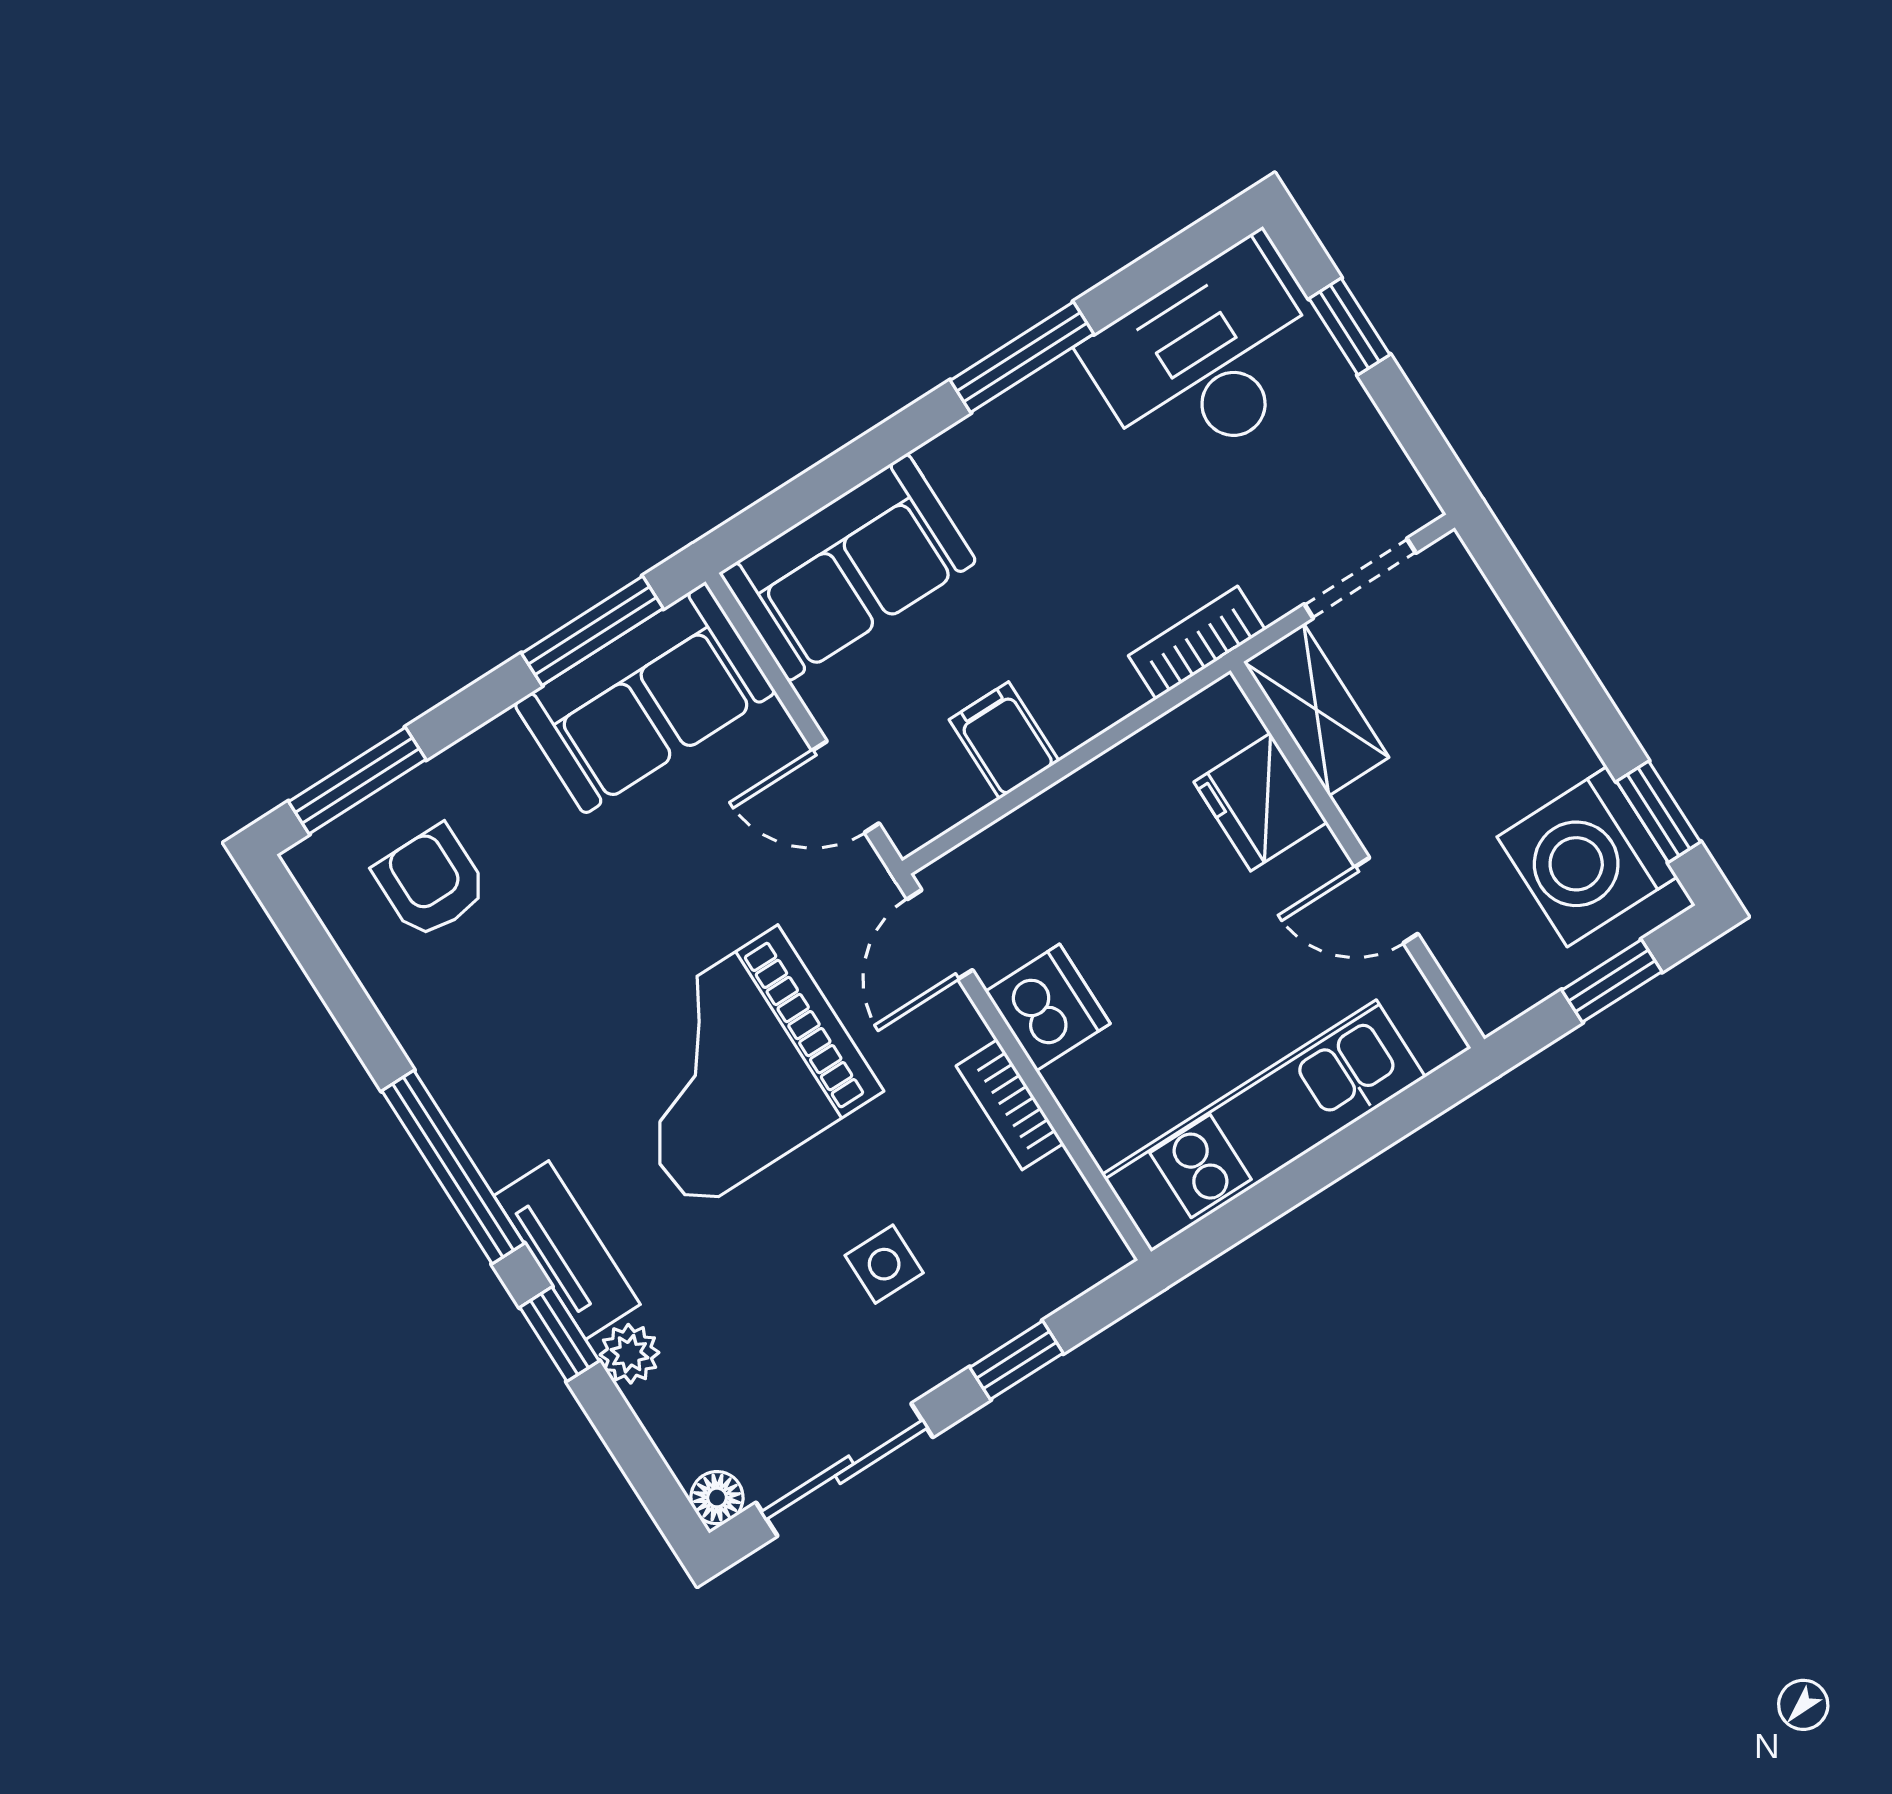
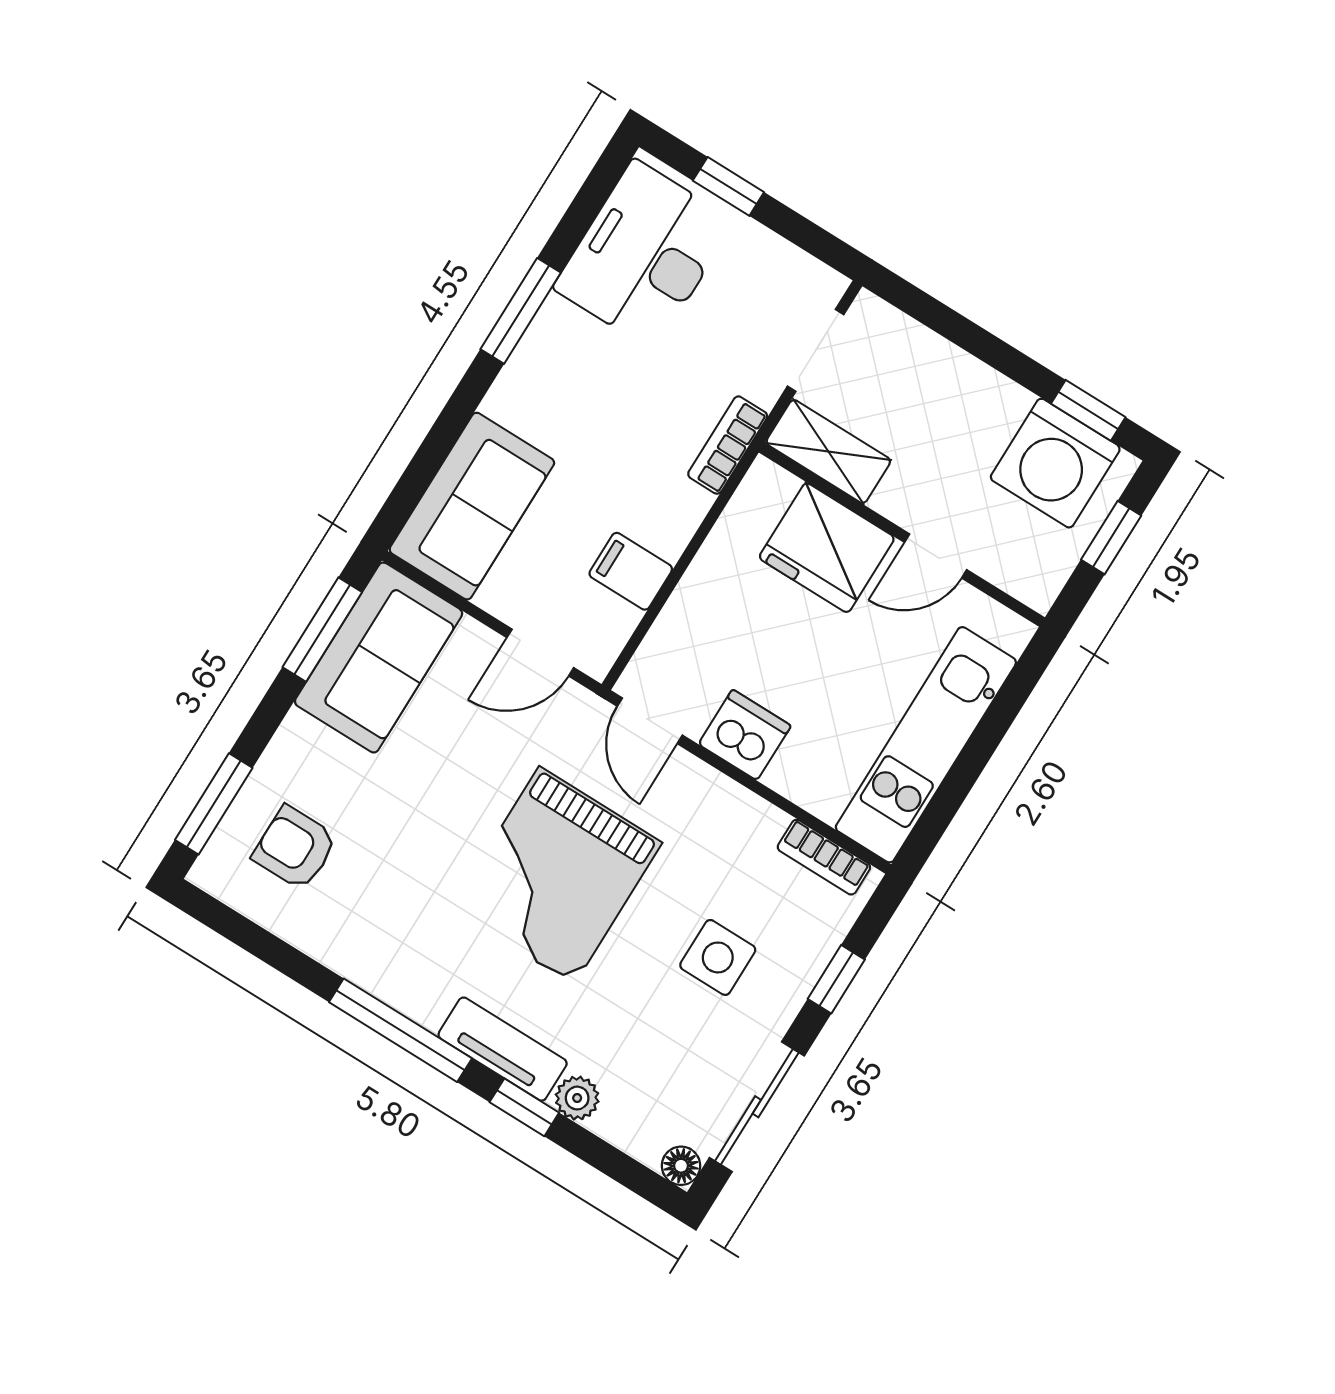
fridge: (1261, 802) -> (827, 548), width x1.36, depth x1.34
bookcase: (1010, 1105) -> (824, 857), moved
side table: (884, 1264) -> (718, 957), width x1.37, depth x1.37

